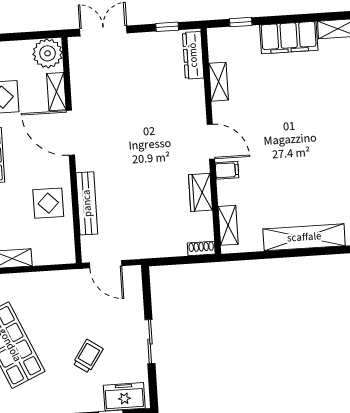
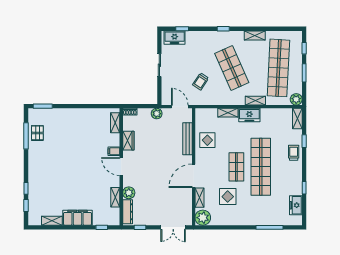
plant: (193, 92) -> (129, 193), added
door: (70, 133) -> (194, 176), swing flipped
shelving: (304, 237) -> (76, 114), removed
plant: (149, 248) -> (157, 114), added
trolley: (88, 356) -> (201, 81), moved

